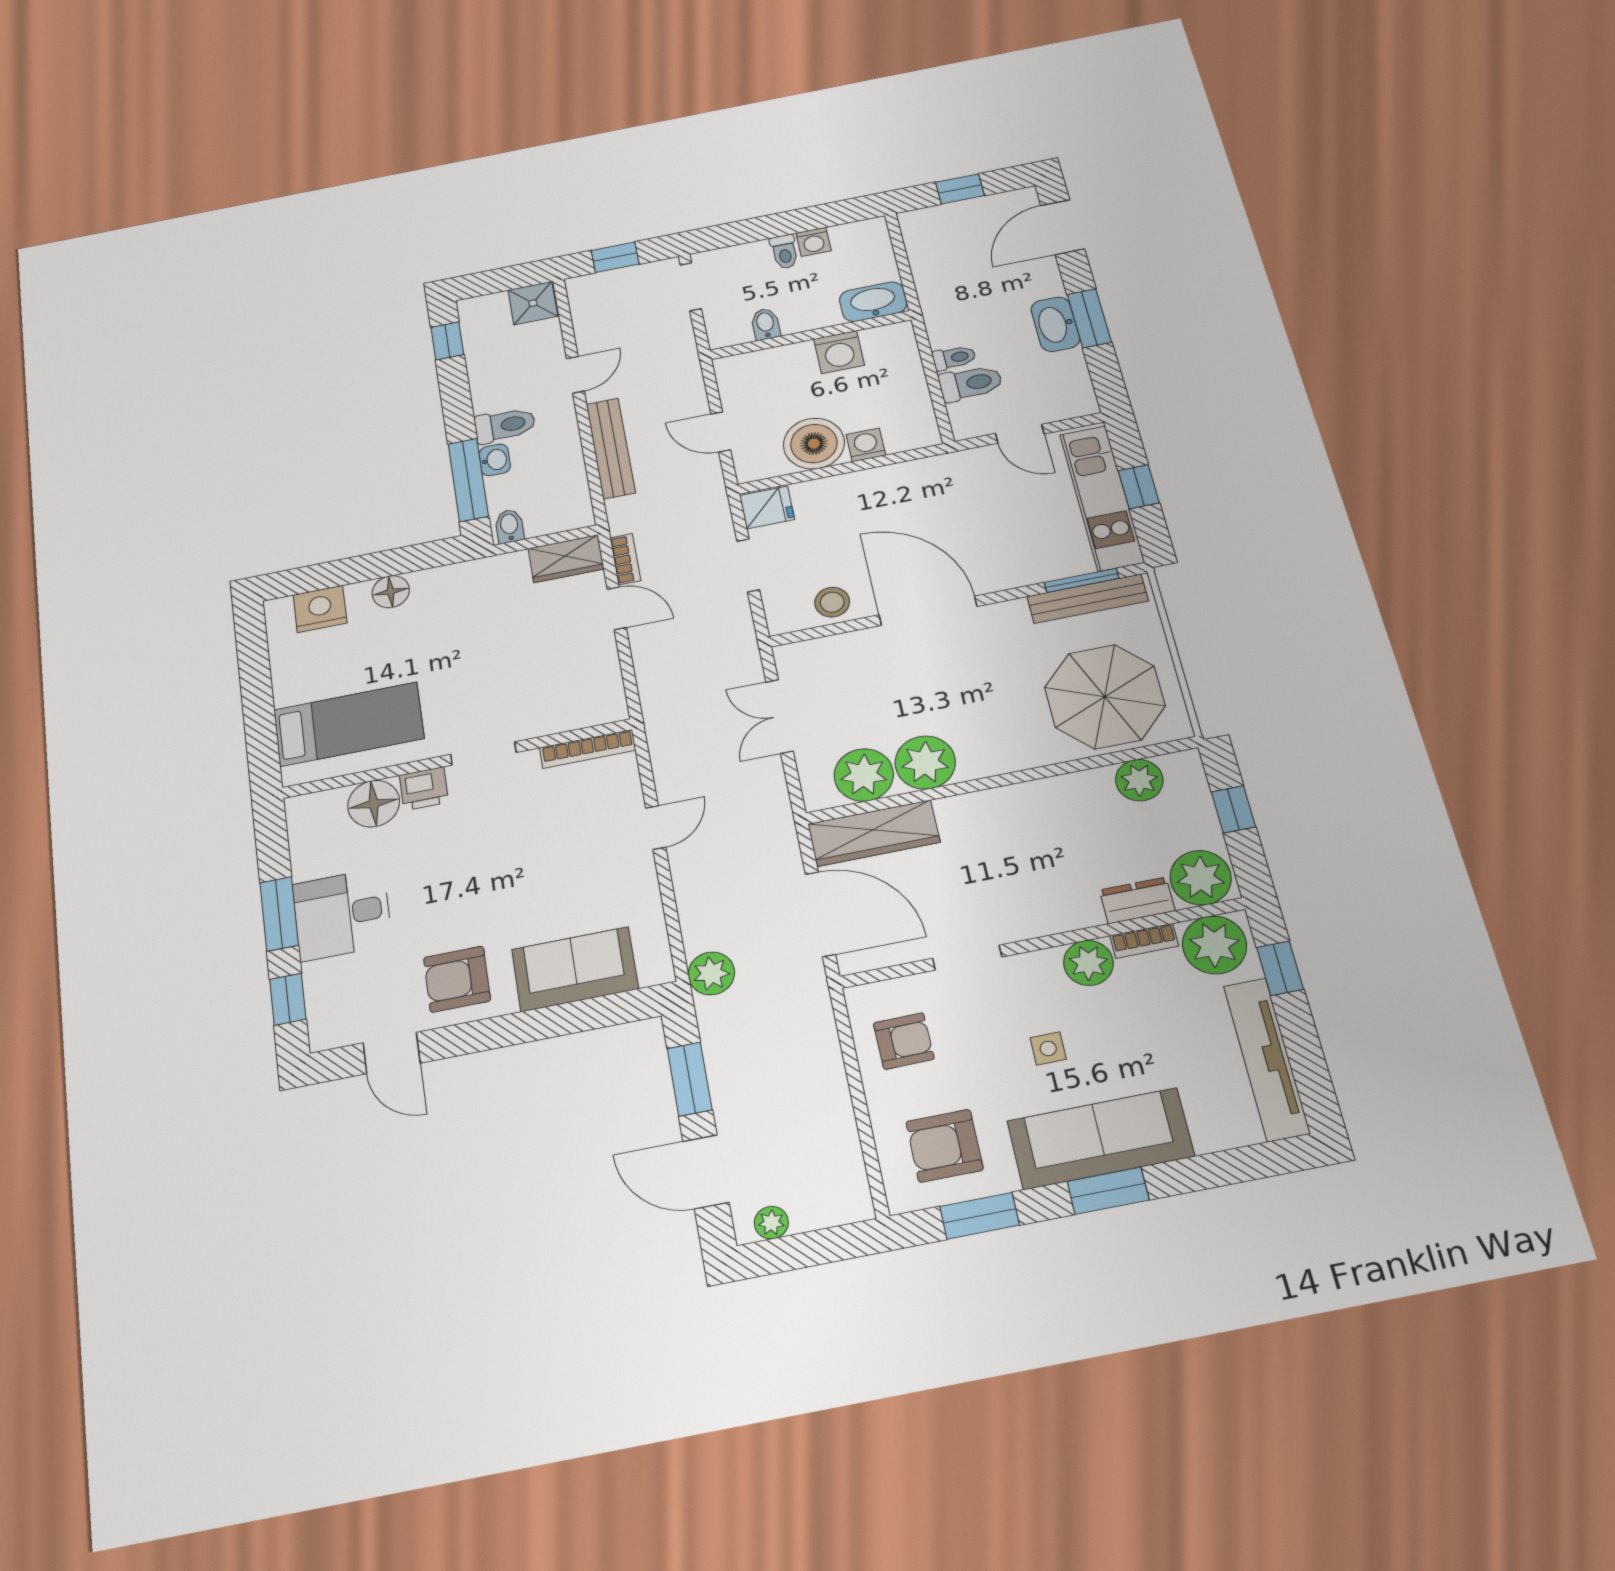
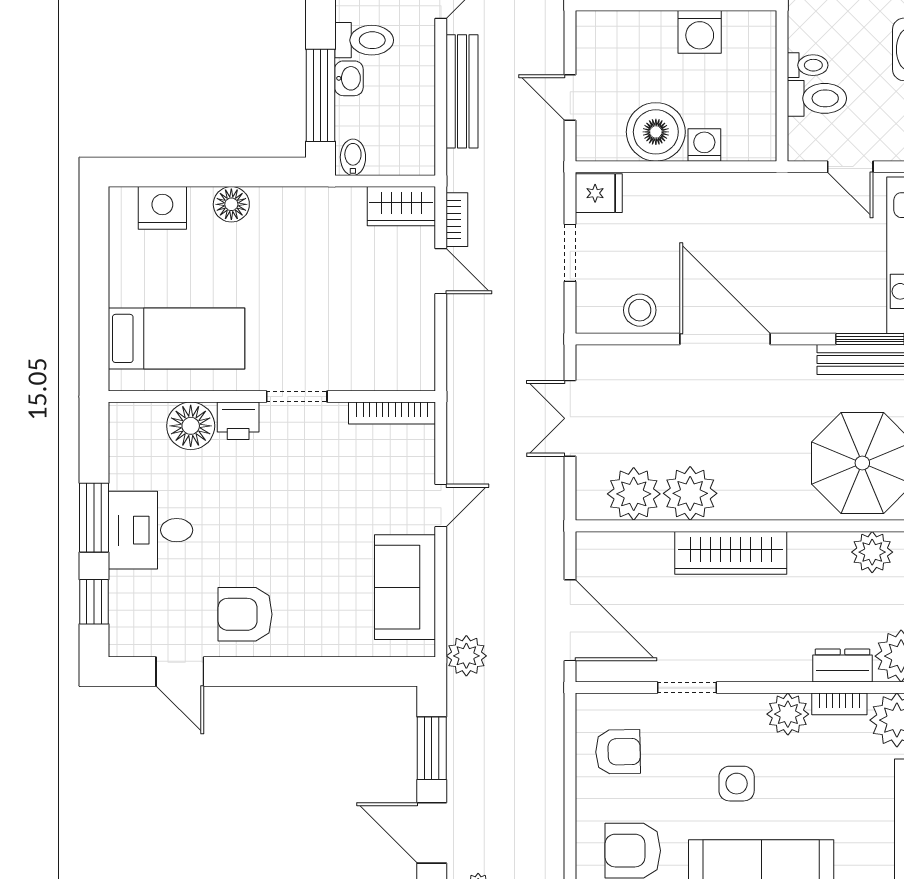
wardrobe: (874, 833) -> (731, 553), moved
sofa: (575, 969) -> (405, 587), moved, turned -90
side table: (1048, 1048) -> (737, 784), width x1.37, depth x1.37

